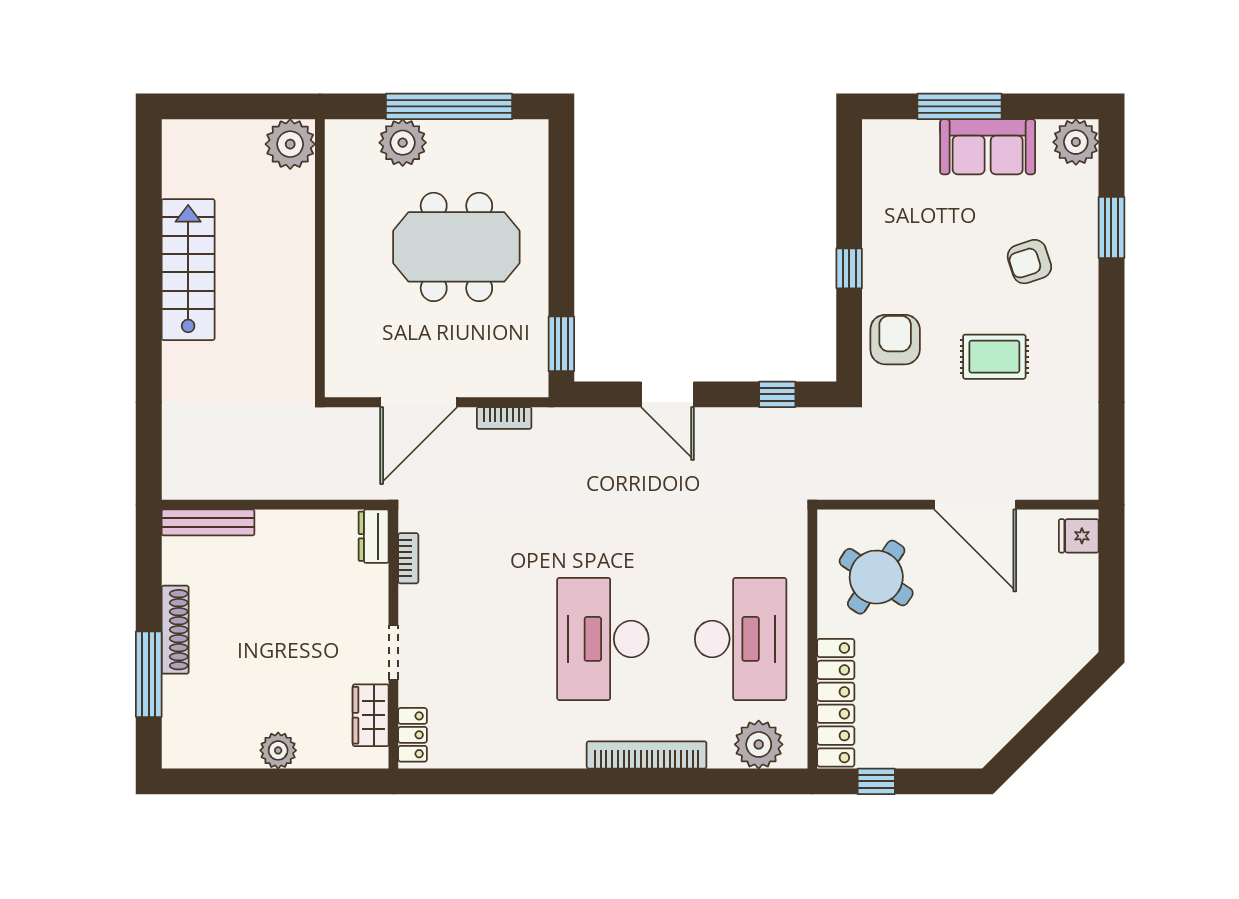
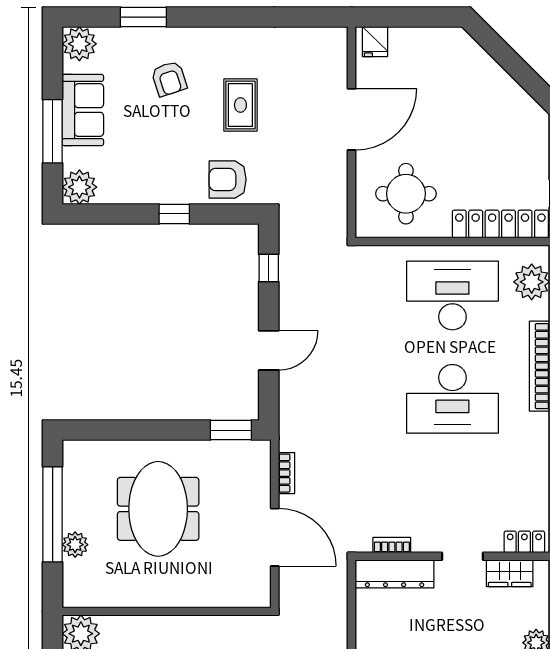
plant: (885, 142) -> (79, 187), added
plant: (403, 143) -> (75, 545), width x0.73, depth x0.73
dresser: (374, 536) -> (395, 574), width x1.96, depth x1.24
round table: (876, 577) -> (406, 194), turned -34

